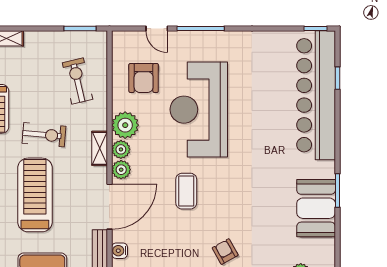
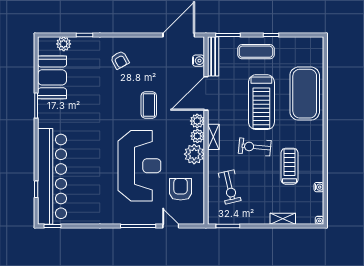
booth: (316, 208) -> (52, 77), moved

